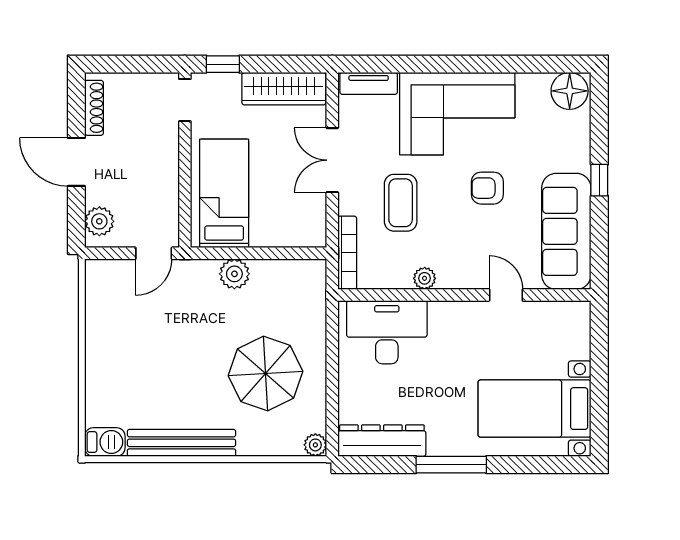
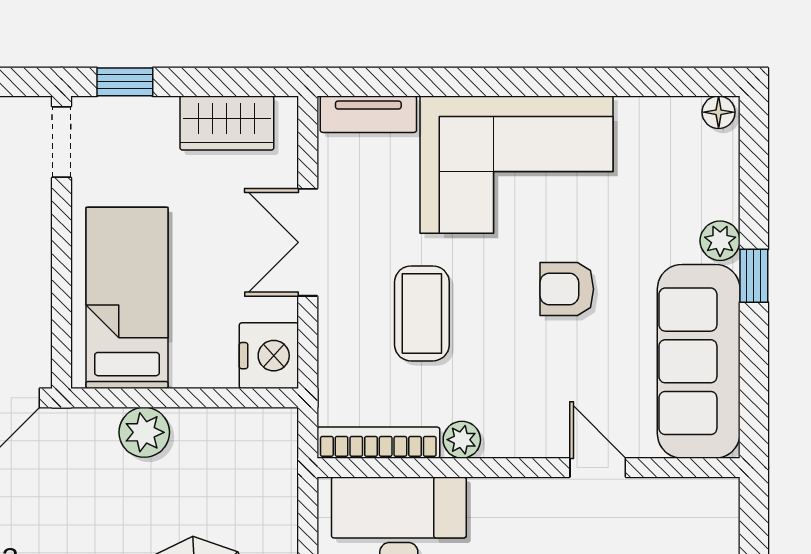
wardrobe: (284, 89) -> (227, 123), width x0.67
floor lamp: (570, 91) -> (719, 112), width x0.53, depth x0.53
plant: (579, 159) -> (720, 241), added
nightstand: (309, 228) -> (269, 356), added
bookcase: (347, 253) -> (378, 443), moved, turned -90

